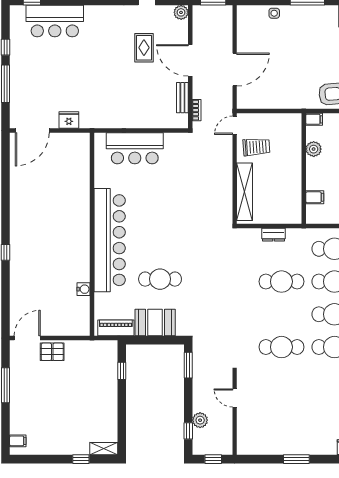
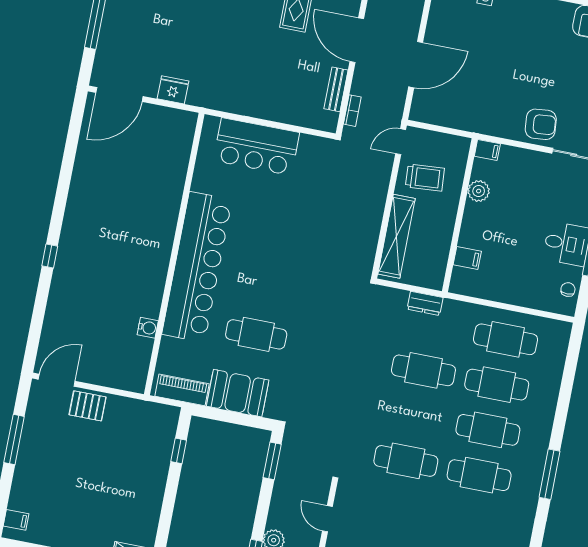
filing cabinet: (314, 119) -> (487, 150), moved
plant: (314, 149) -> (479, 191), moved
wall: (304, 169) -> (460, 215), moved
filing cabinet: (315, 197) -> (467, 258), moved

